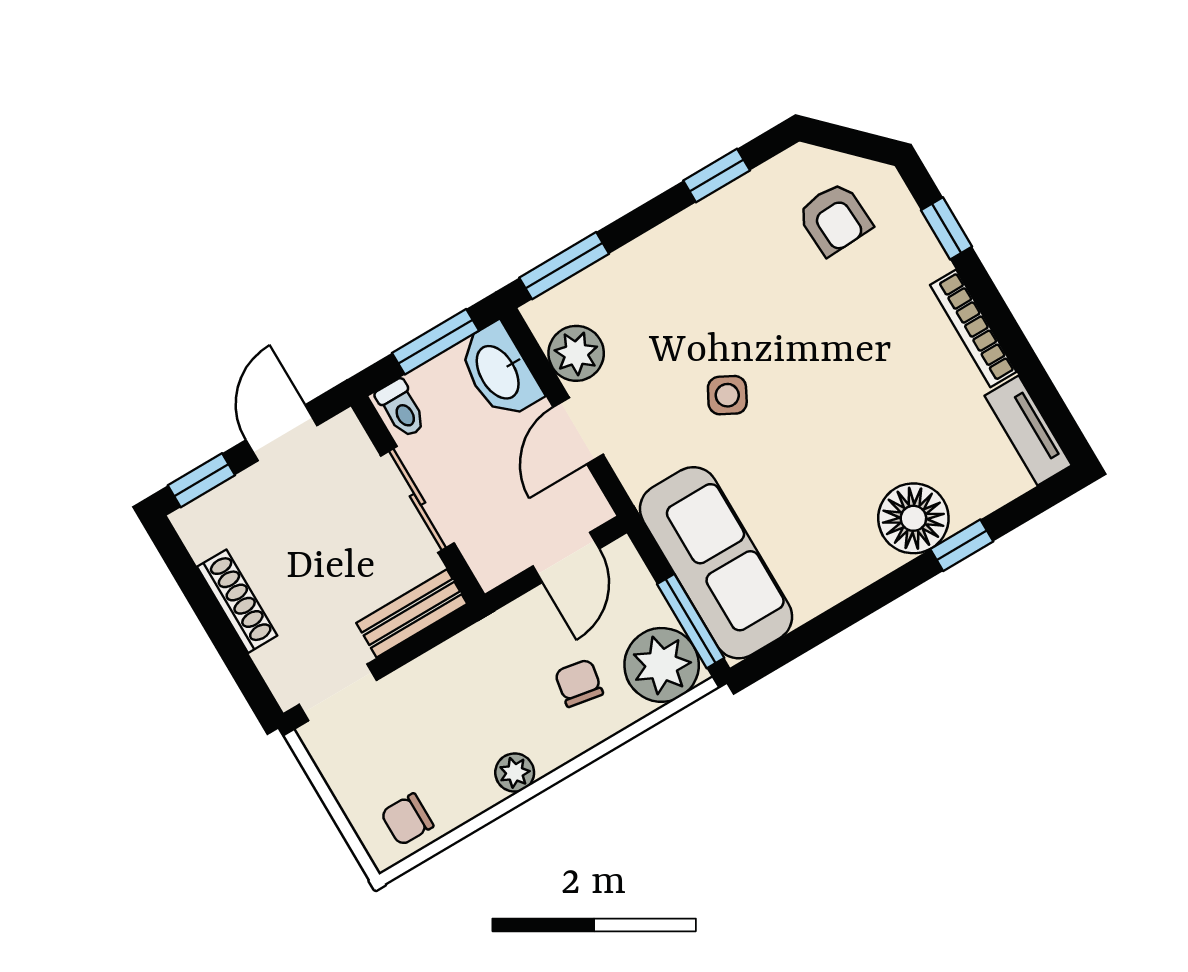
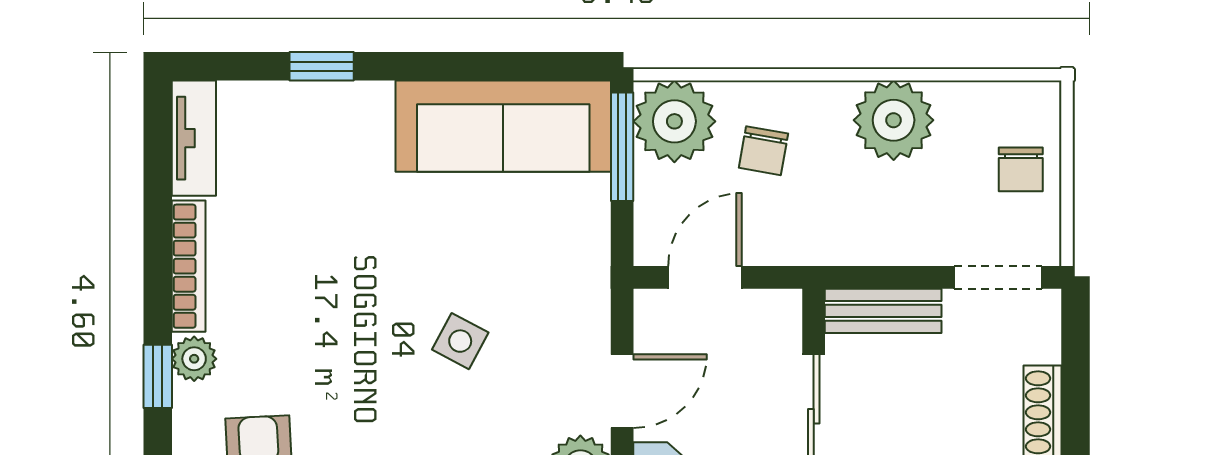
plant: (926, 259) -> (194, 359), added
floor lamp: (913, 518) -> (352, 119), removed
sofa: (716, 563) -> (503, 126), moved, turned -90
plant: (515, 773) -> (894, 120), width x1.88, depth x1.88
chair: (407, 819) -> (1021, 169), moved, turned 90

